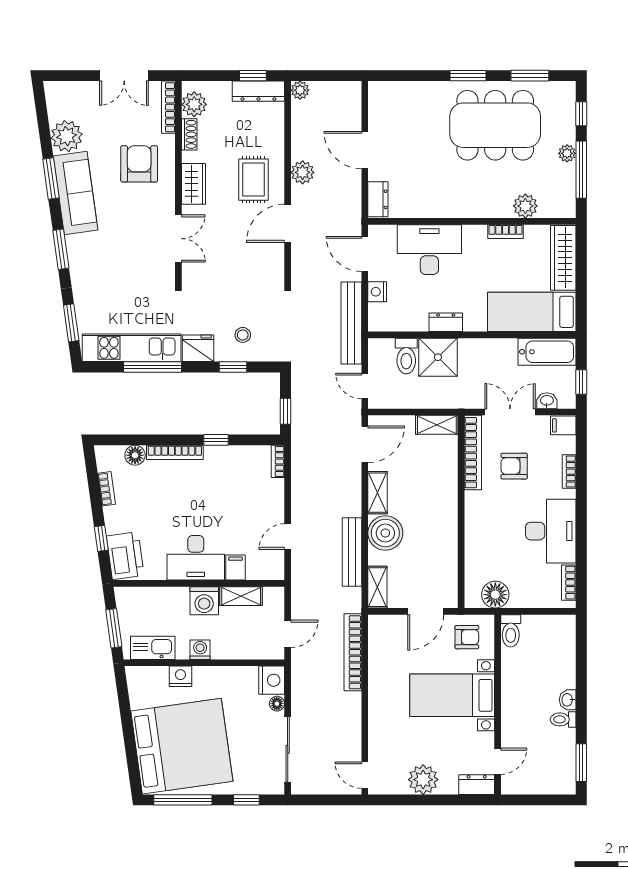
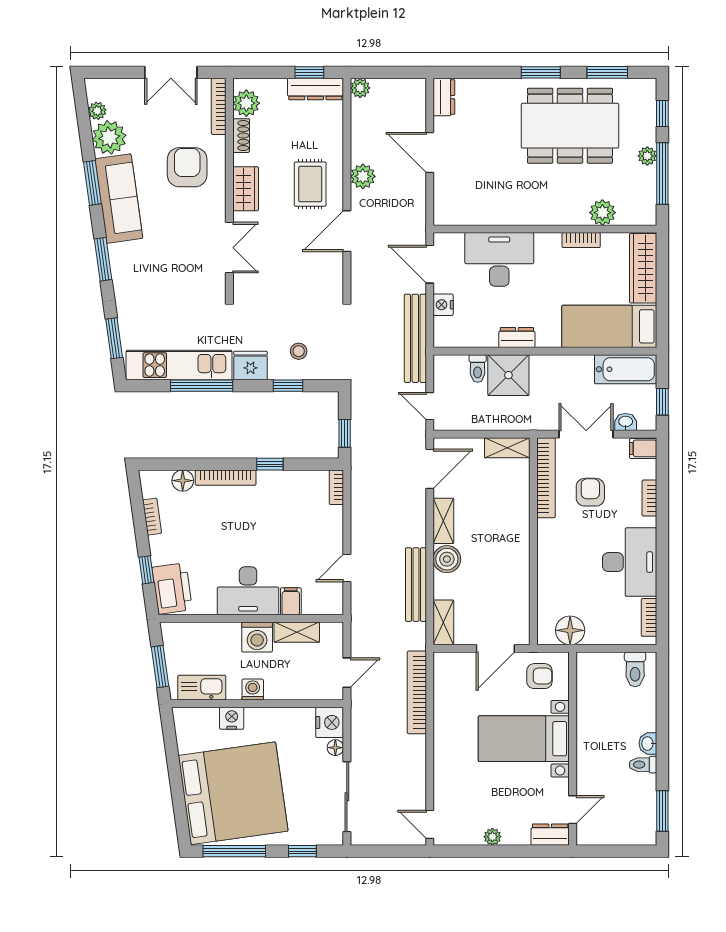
plant: (55, 111) -> (97, 111), added
dresser: (378, 199) -> (444, 97), moved
toilet: (406, 356) -> (478, 368), width x0.73, depth x0.72
armchair: (514, 466) -> (590, 492), turned 90
boiler: (385, 533) -> (447, 559), width x0.73, depth x0.73
toilet: (511, 631) -> (635, 669), moved
plant: (423, 780) -> (492, 837), width x0.53, depth x0.53

